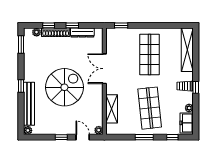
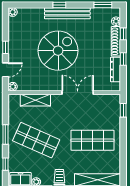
spiral stairs: (64, 87) -> (58, 51), turned -90
bench: (29, 104) -> (67, 13), moved
shop shelf: (150, 108) -> (36, 140), turned 30

